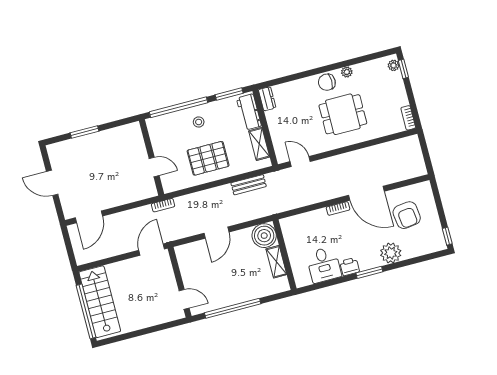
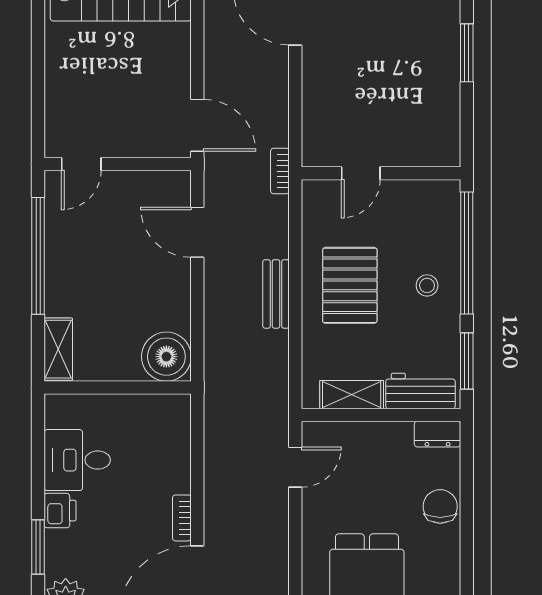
chair: (327, 82) -> (440, 506), moved
bench: (249, 185) -> (276, 294), moved
door: (216, 233) -> (197, 232), moved
shelving: (276, 262) -> (58, 349), moved, turned 90

